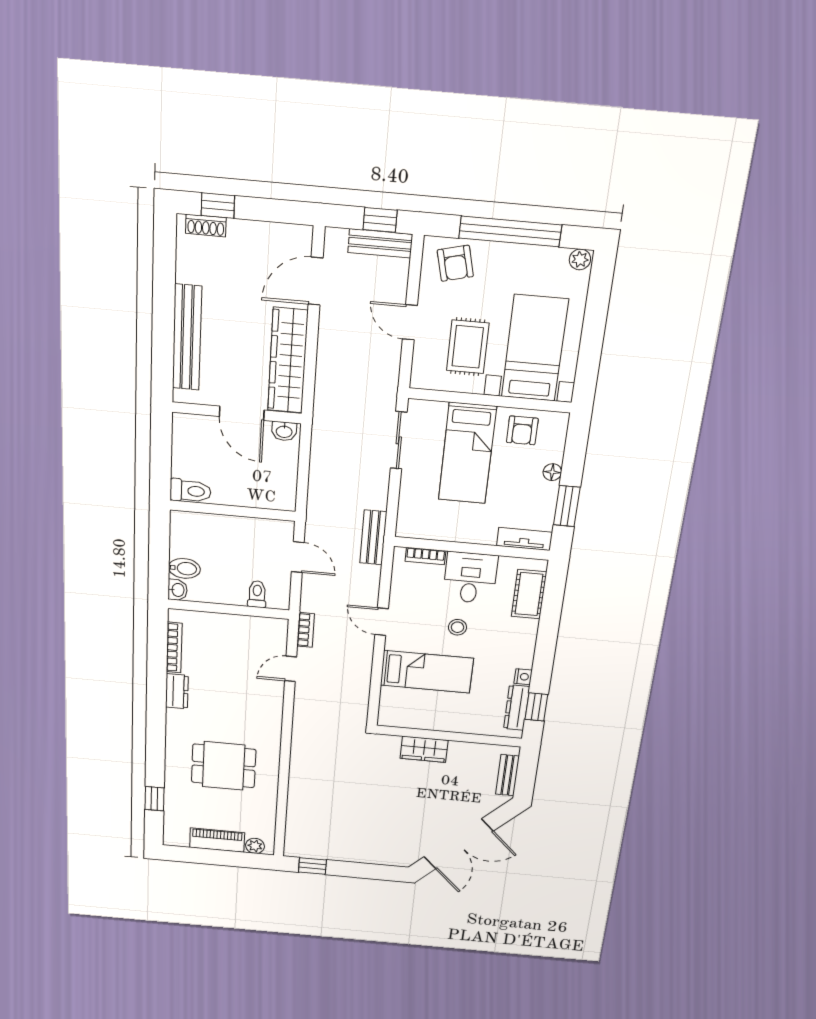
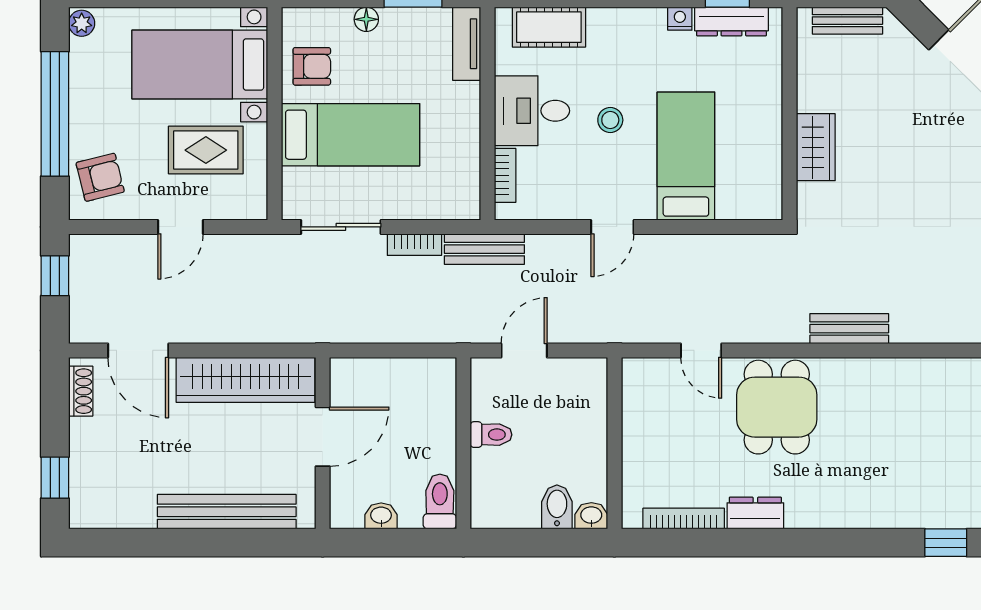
shoe rack: (206, 226) -> (81, 391), moved
bench: (380, 243) -> (849, 329), moved, turned 90
washbasin: (284, 431) -> (381, 516), moved, turned -90
toilet: (257, 594) -> (491, 435), moved, turned 180
bookcase: (306, 630) -> (414, 245), moved, turned 180
dining table: (224, 766) -> (777, 407), moved

